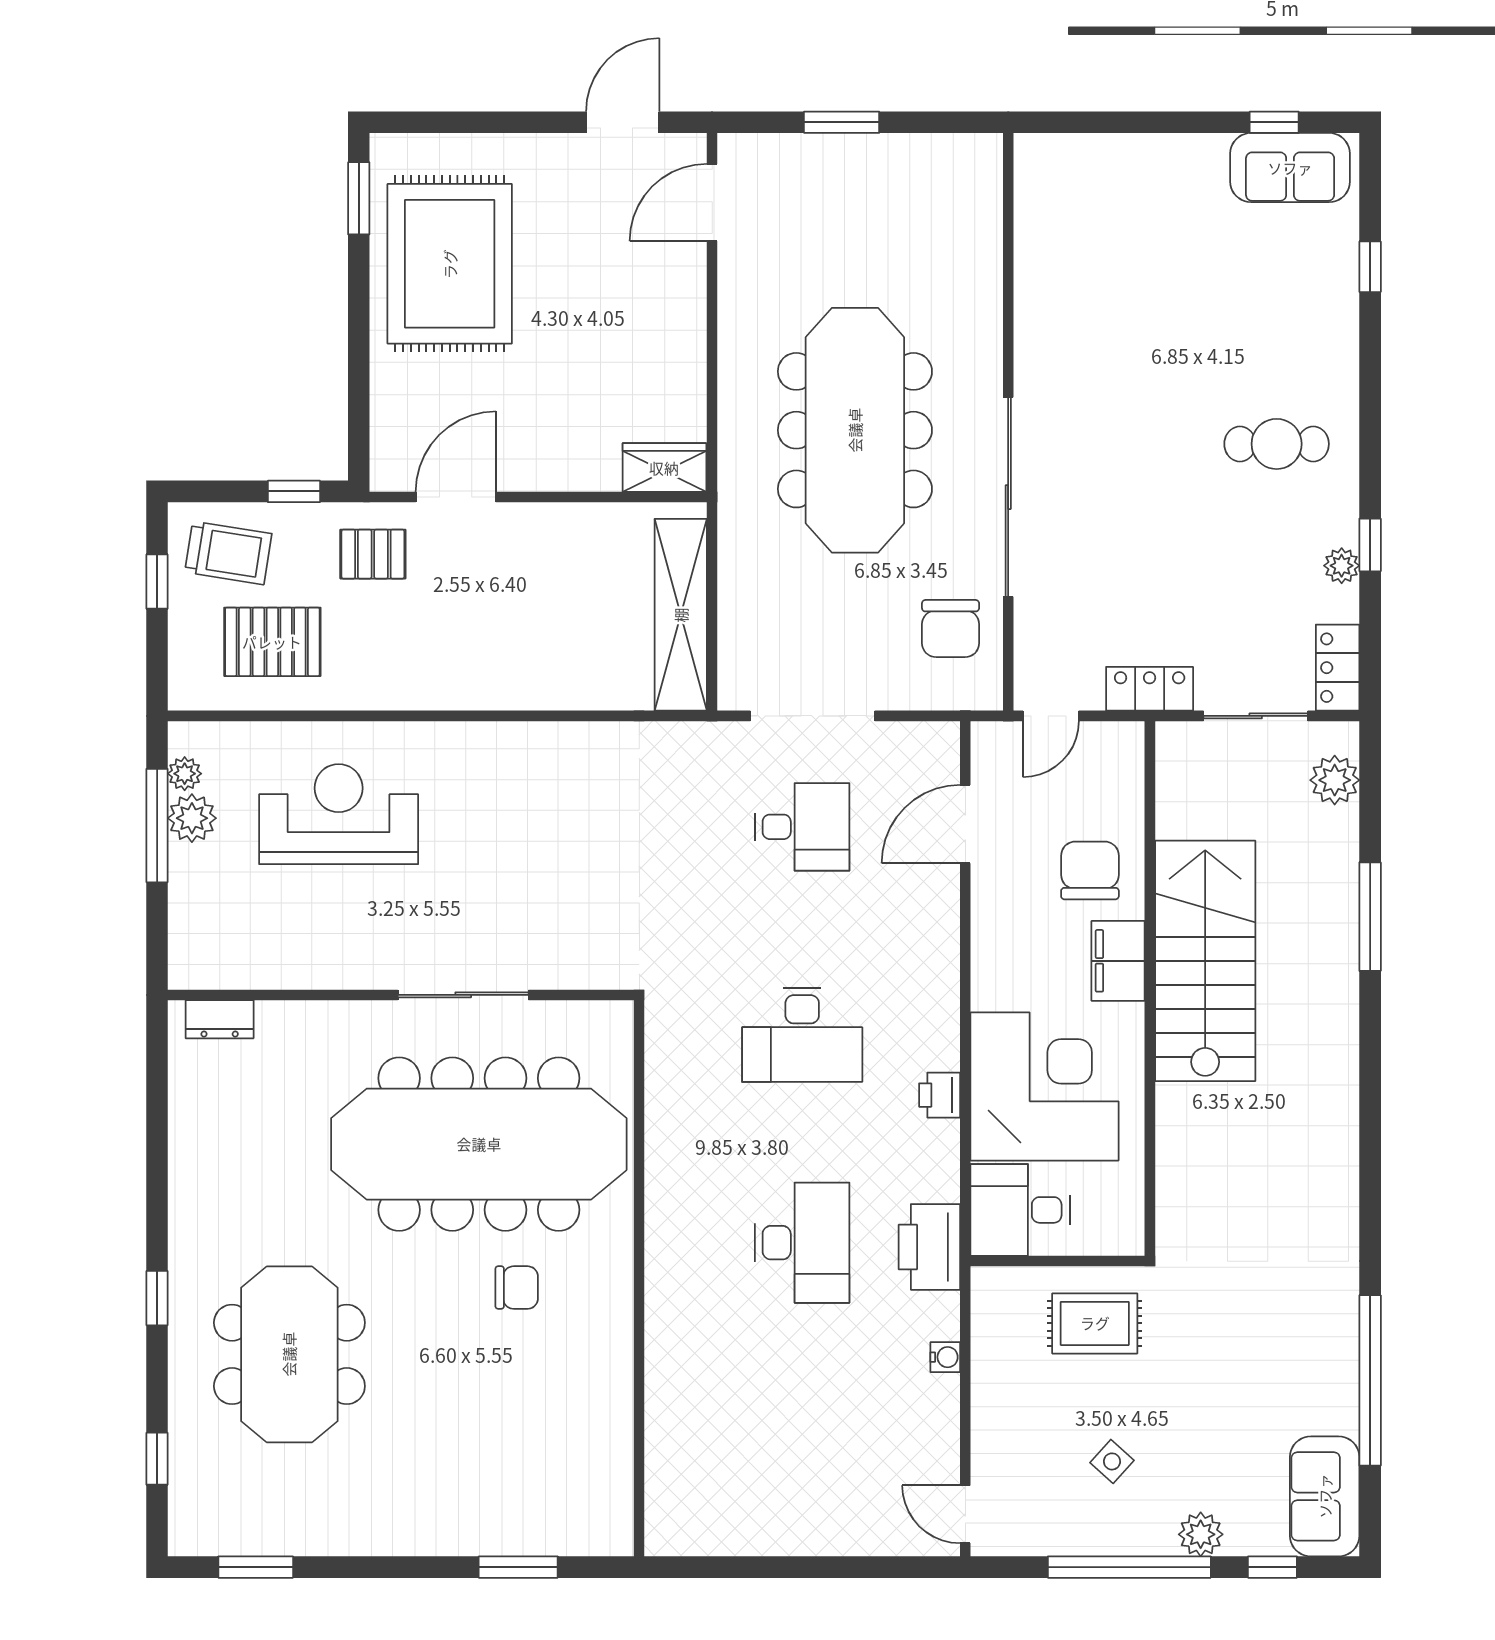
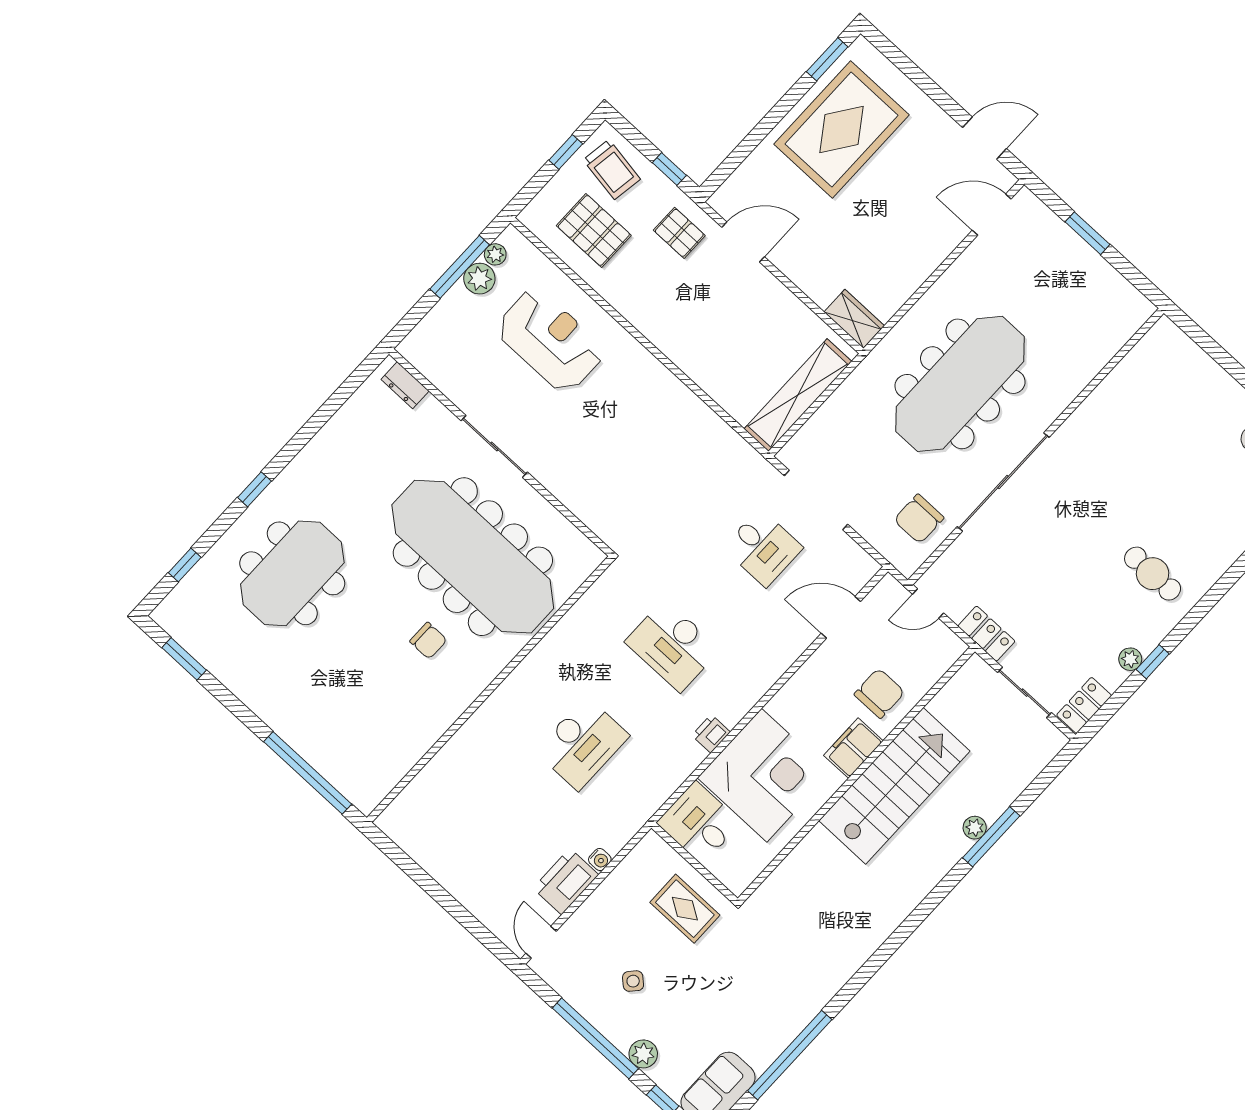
plant: (1335, 780) -> (975, 828), moved, width x0.73, depth x0.73
sliding door: (463, 995) -> (494, 446), moved
printer: (929, 1247) -> (566, 881), moved
window: (518, 1567) -> (308, 773), width x2.11

